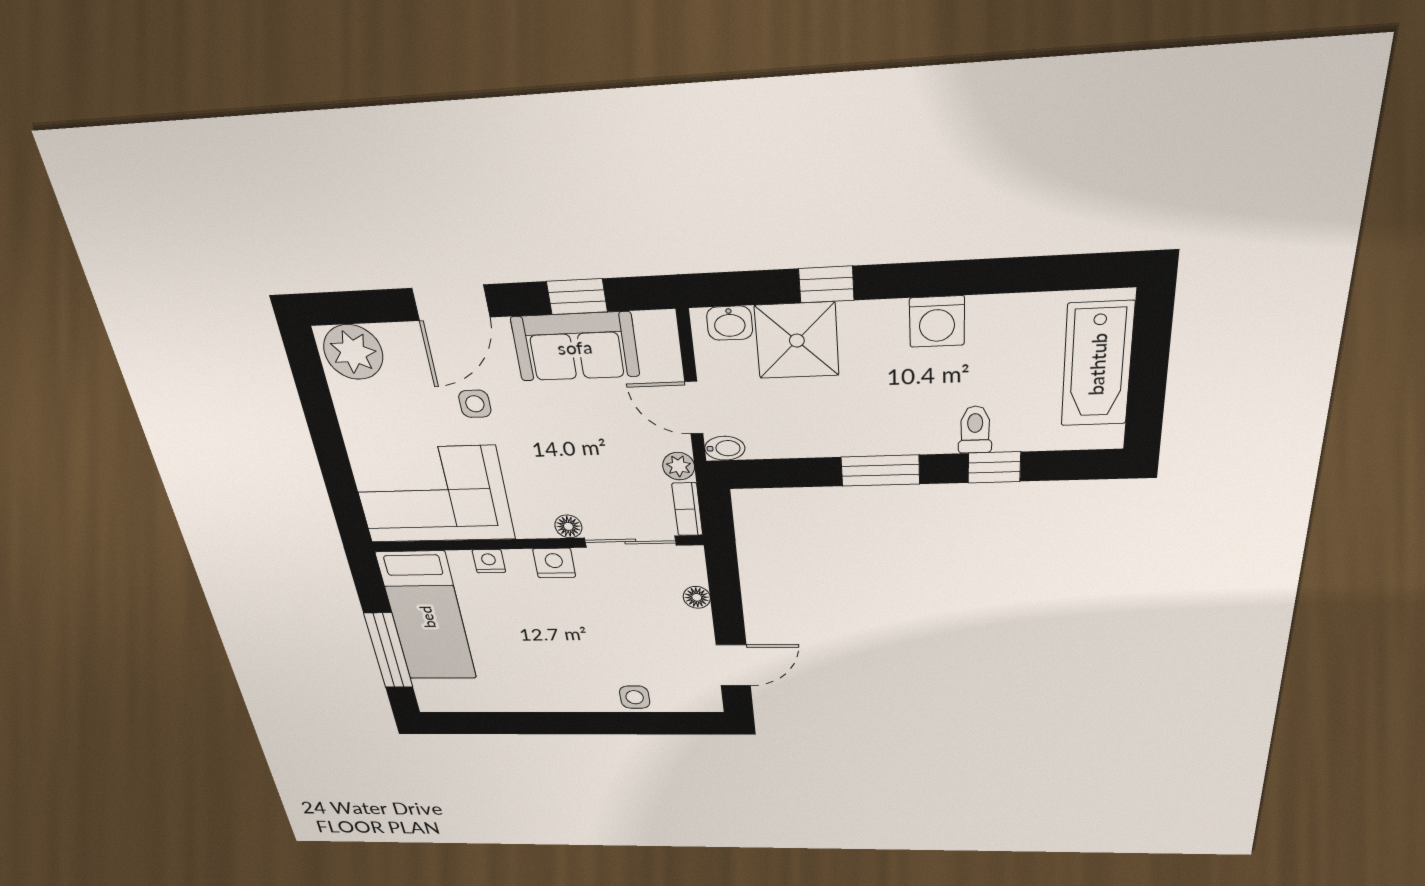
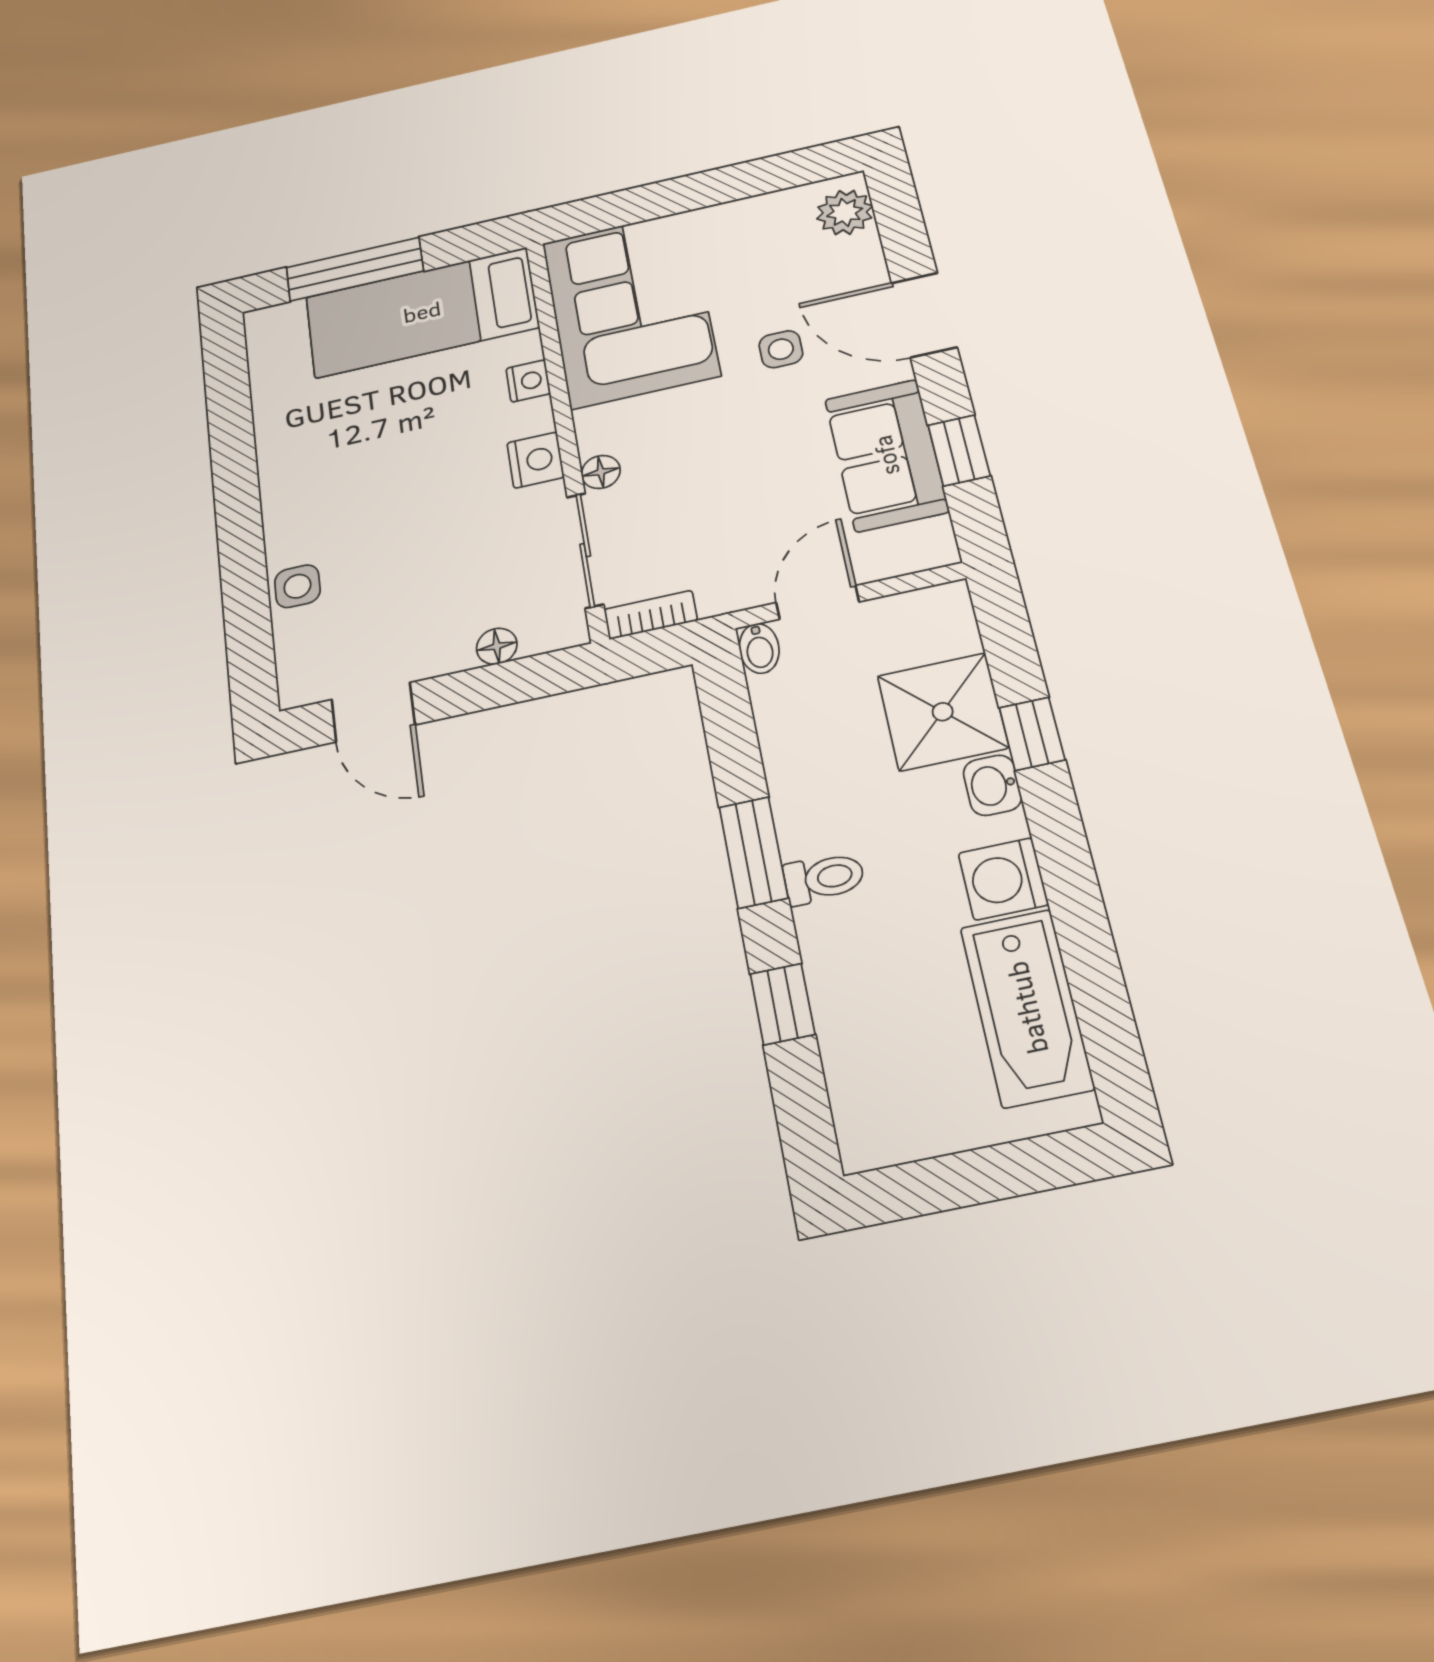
washbasin: (730, 323) -> (992, 785), moved
plant: (353, 352) -> (845, 212), width x0.73, depth x0.73
bathtub: (1097, 364) -> (1027, 1008), moved, turned -90
toilet: (975, 430) -> (824, 878), moved
plant: (679, 466) -> (721, 595), removed

